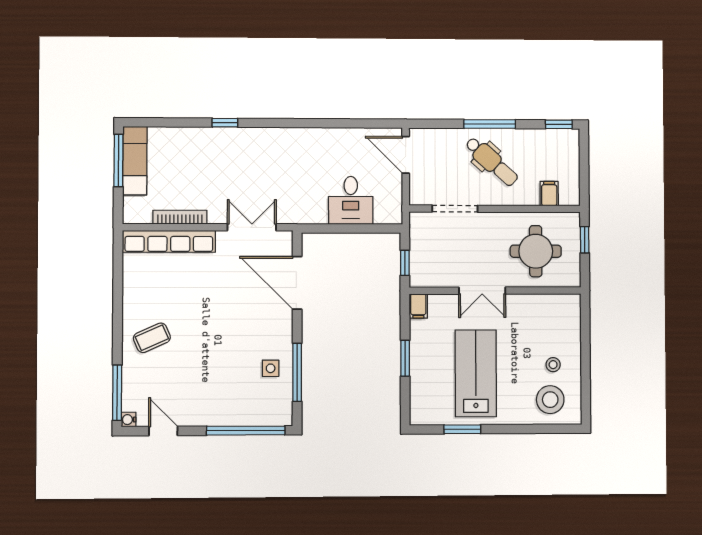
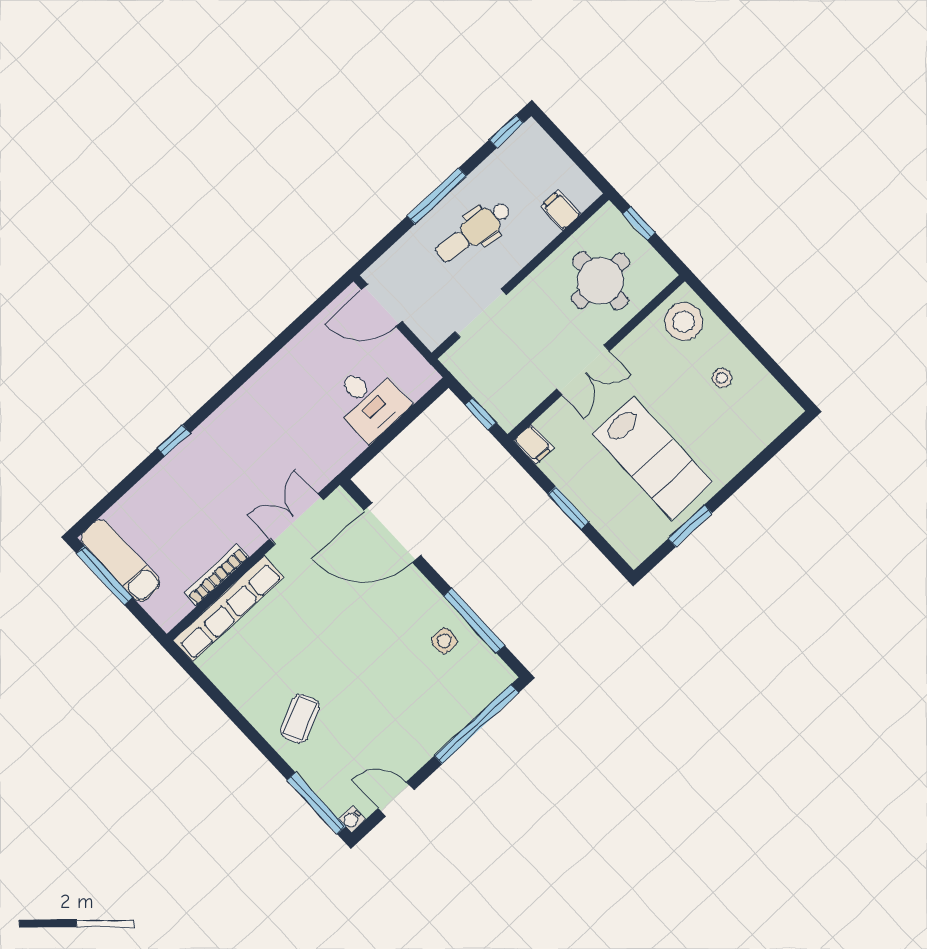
dental chair: (492, 162) -> (473, 232), turned 145
lab bench: (476, 373) -> (652, 458), turned 180
stool: (550, 400) -> (684, 322), moved

